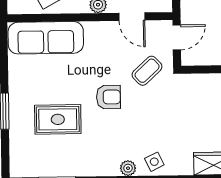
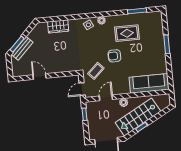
door: (132, 17) -> (106, 98), hinge flipped
rug: (58, 119) -> (127, 33), moved

